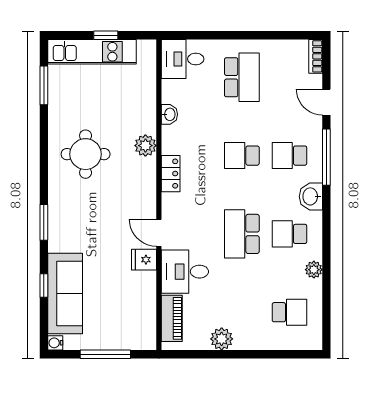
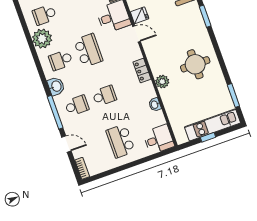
school desk: (289, 234) -> (61, 60), turned 180
plant: (314, 270) -> (42, 39), width x1.87, depth x1.87

